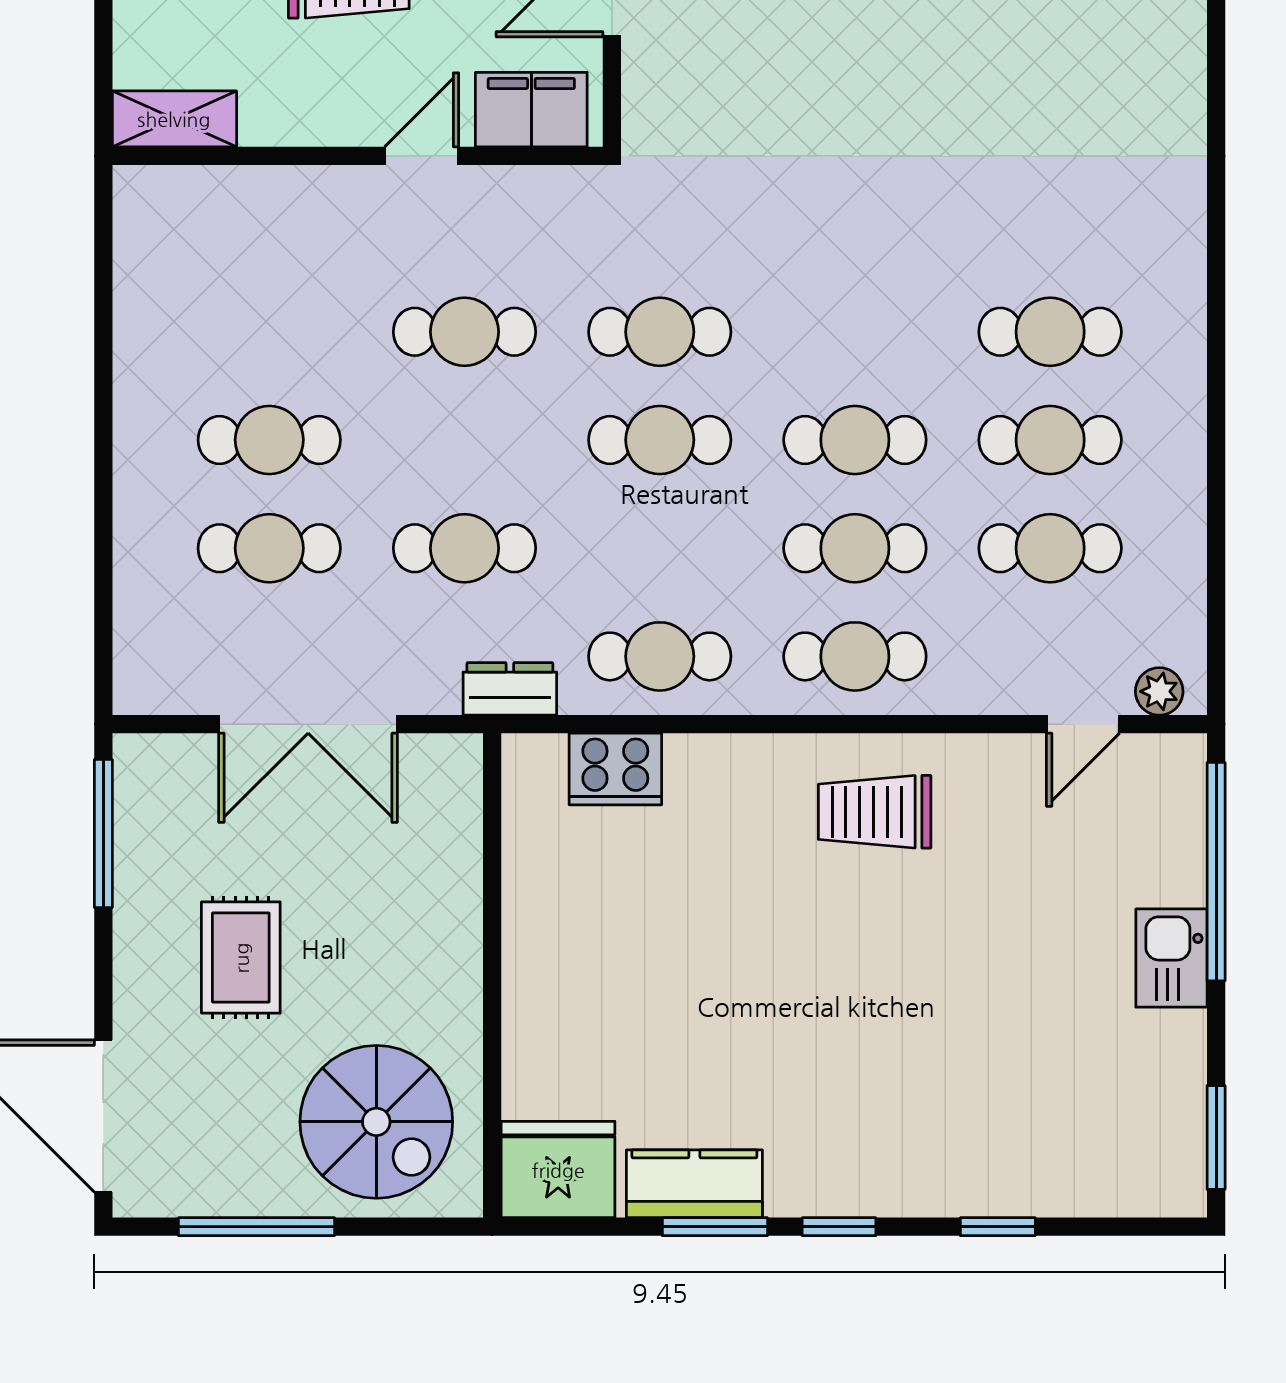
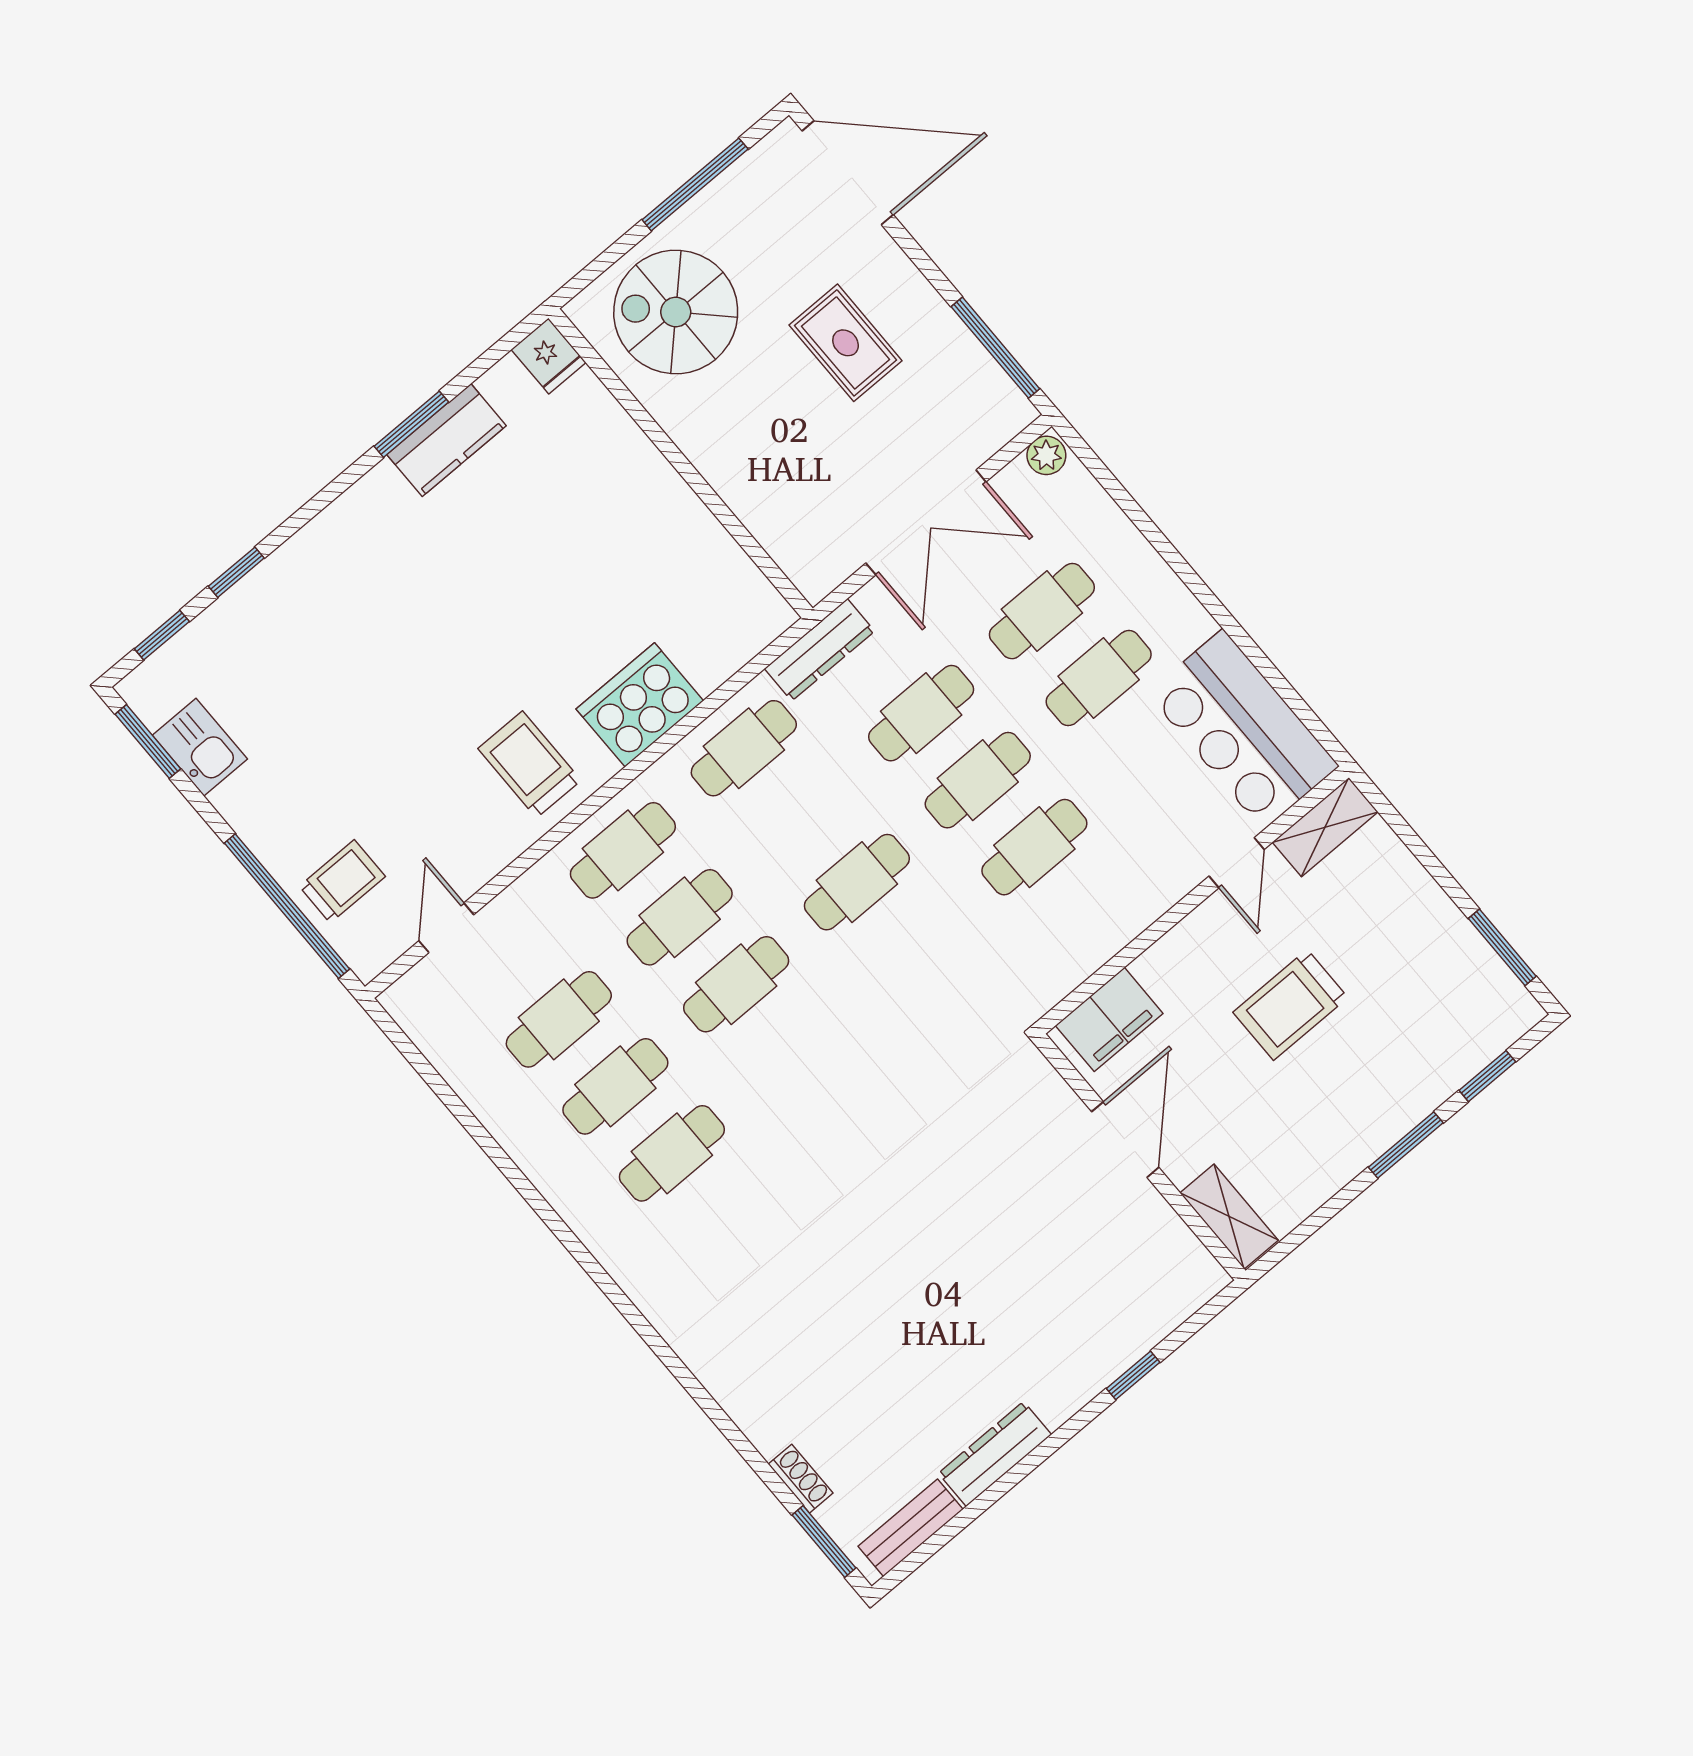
door: (422, 156) -> (1237, 863), moved
bar counter: (174, 276) -> (1243, 730), added
cafe table: (660, 332) -> (978, 780), moved
dresser: (510, 689) -> (819, 650), width x1.44
plant: (1159, 691) -> (1046, 455), moved
double door: (308, 724) -> (926, 522), swing flipped
cooker: (615, 769) -> (640, 705), moved, width x1.37, depth x1.31
trolley: (875, 812) -> (530, 764), turned -90
trolley: (1144, 851) -> (342, 881), added
kitchen sink: (1171, 958) -> (200, 747), moved
fridge: (558, 1170) -> (548, 356), width x0.53, depth x0.75
window: (839, 1227) -> (162, 635), moved

